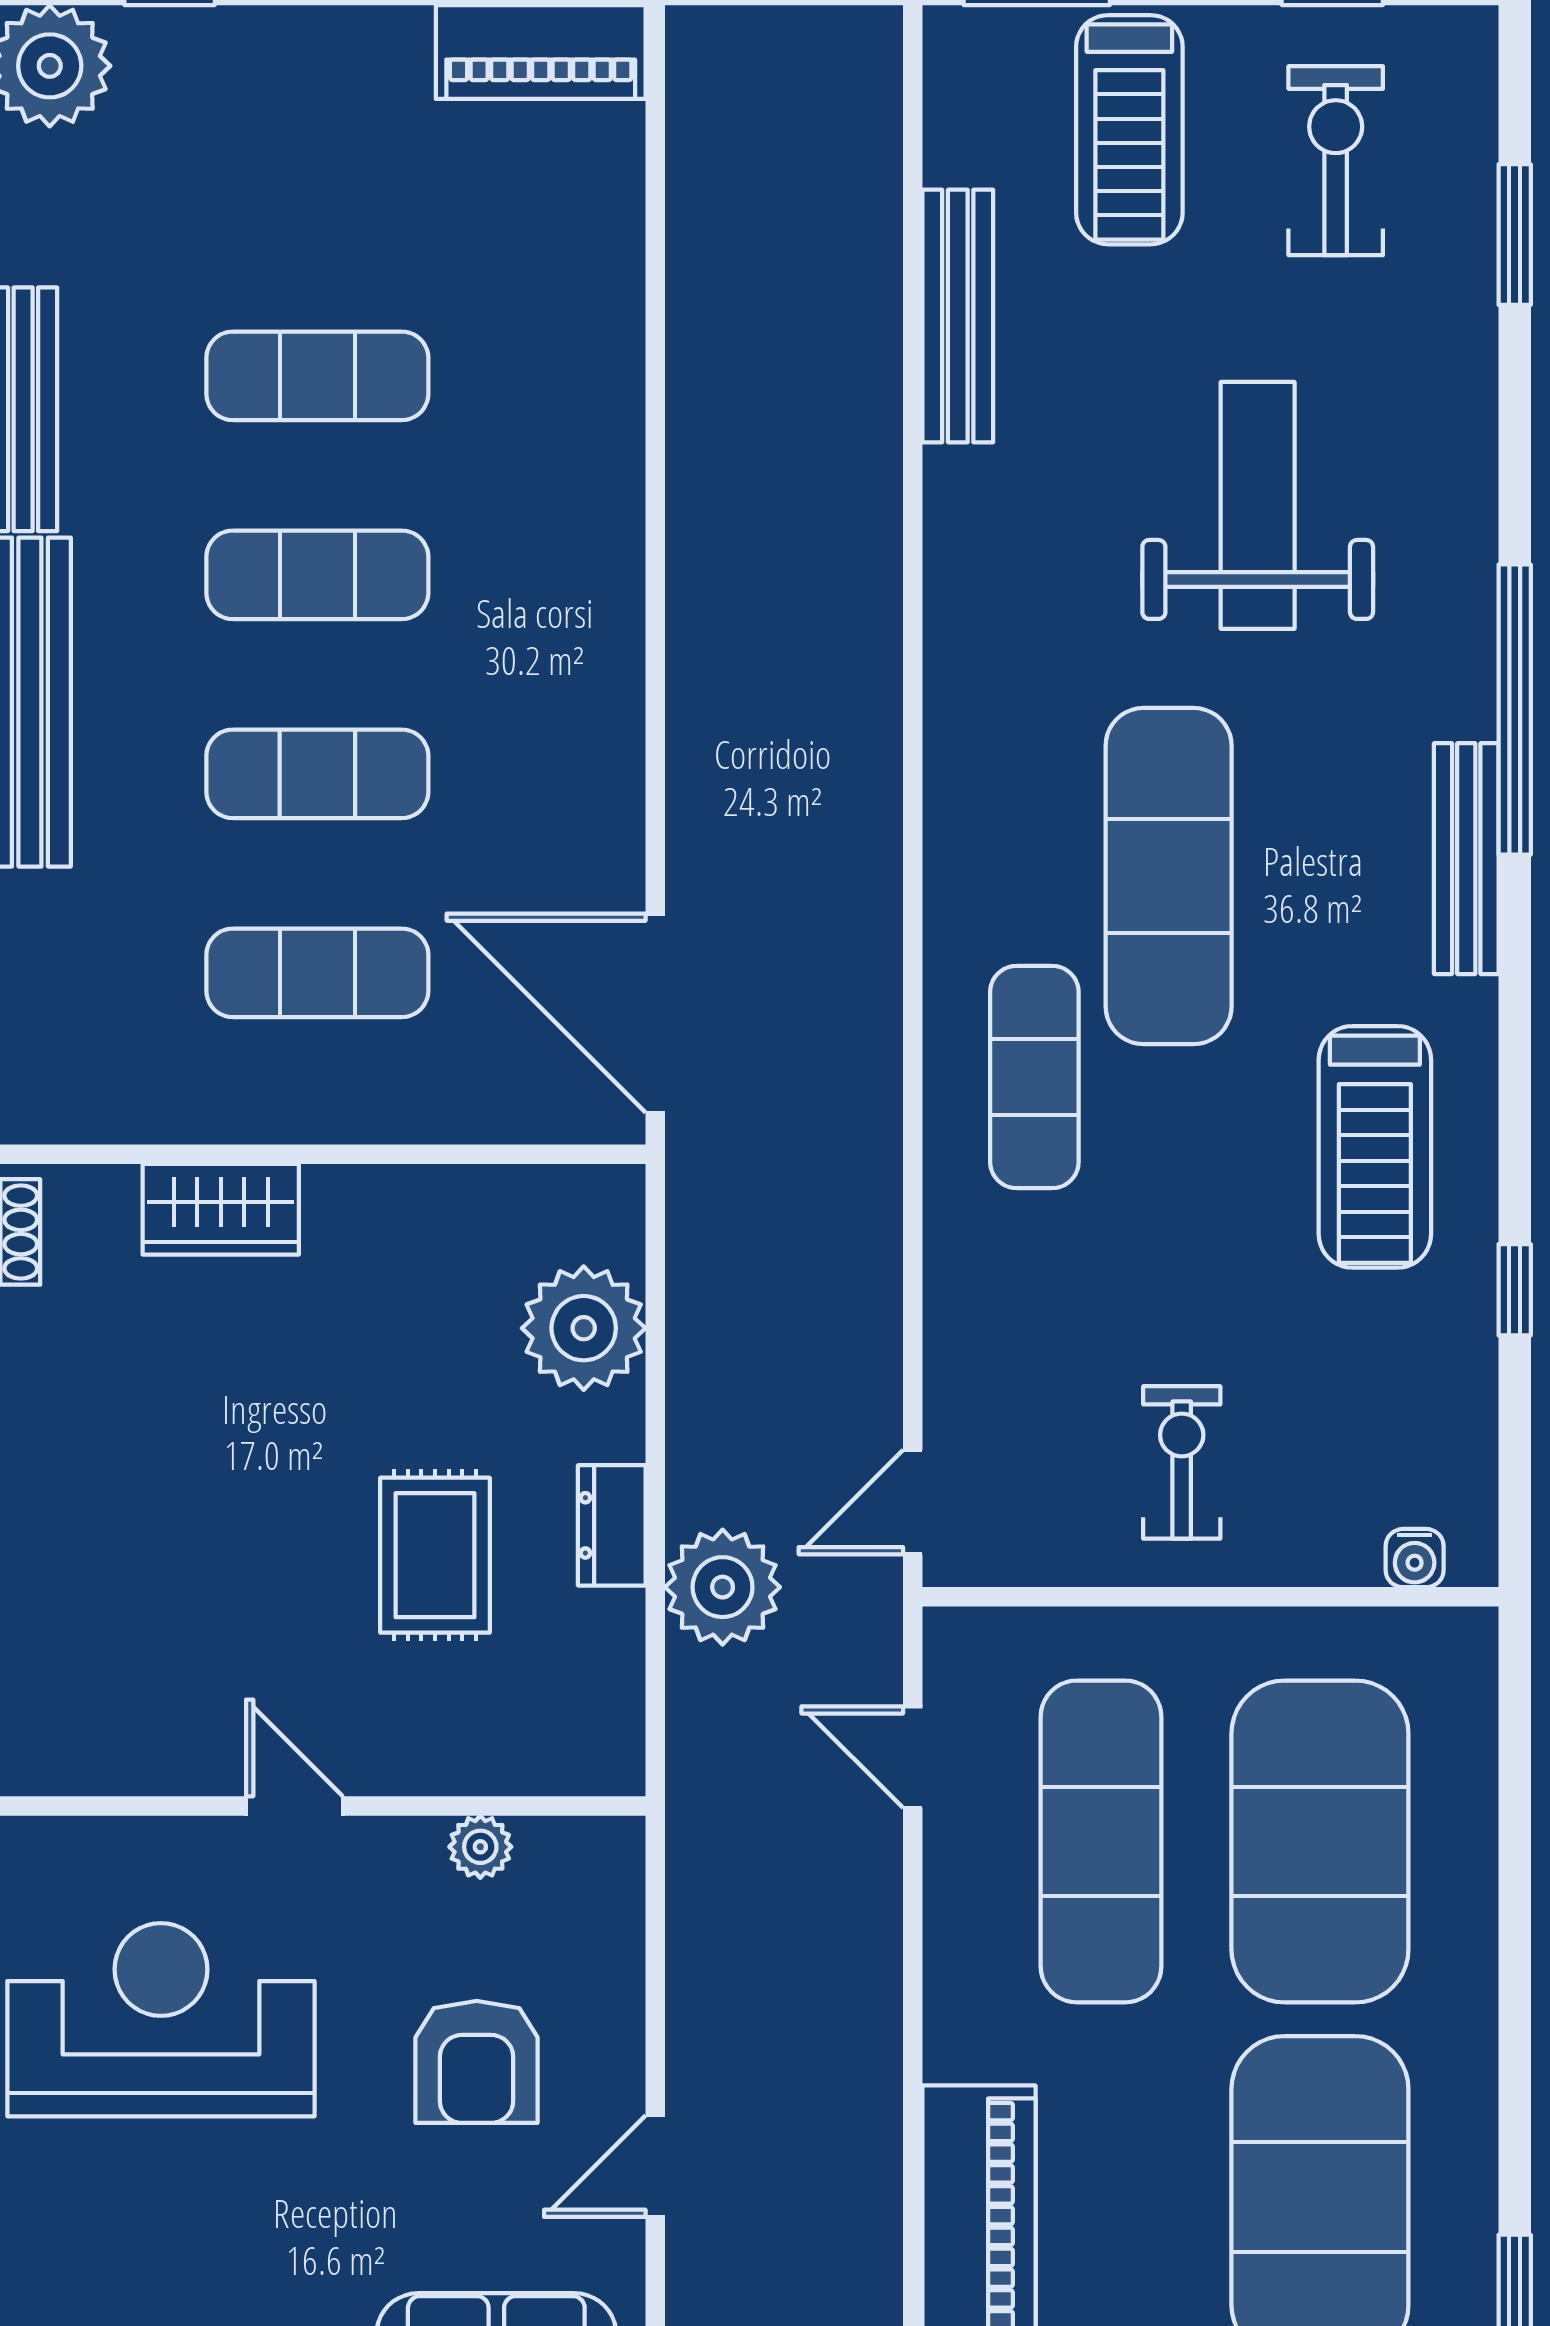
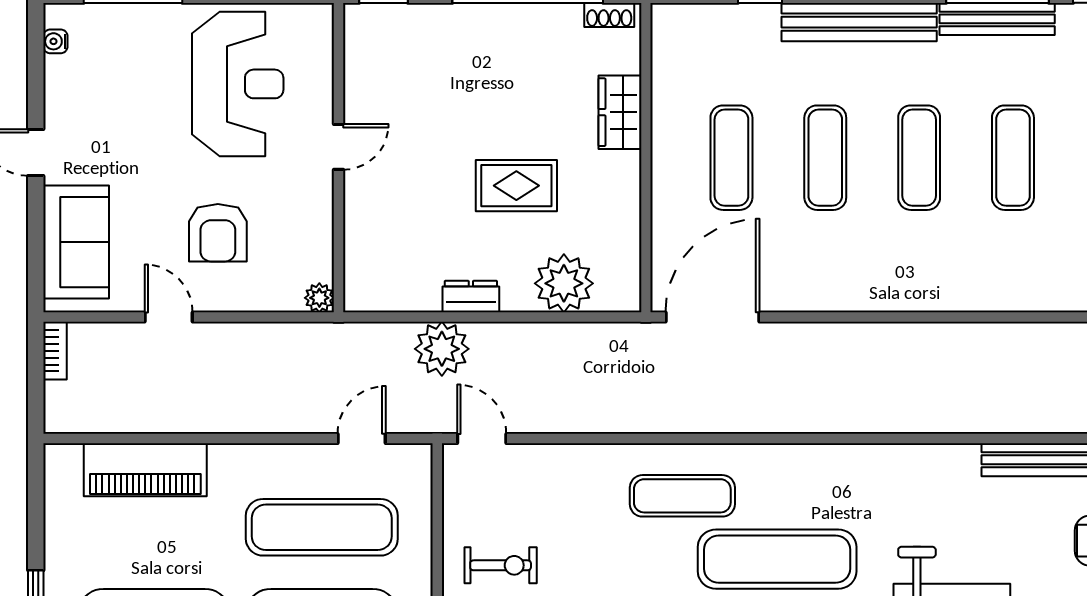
rug: (435, 1555) -> (516, 186), moved
plant: (480, 1847) -> (319, 298), moved
armchair: (477, 2062) -> (218, 233), turned -90

